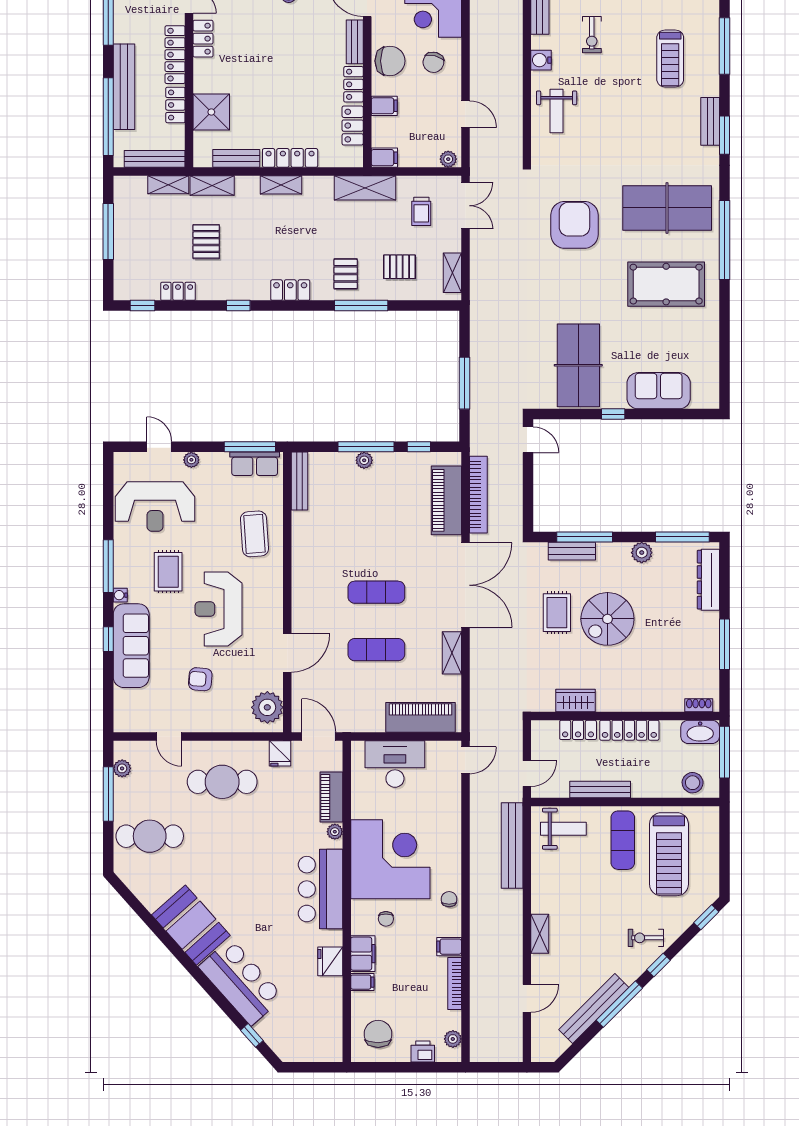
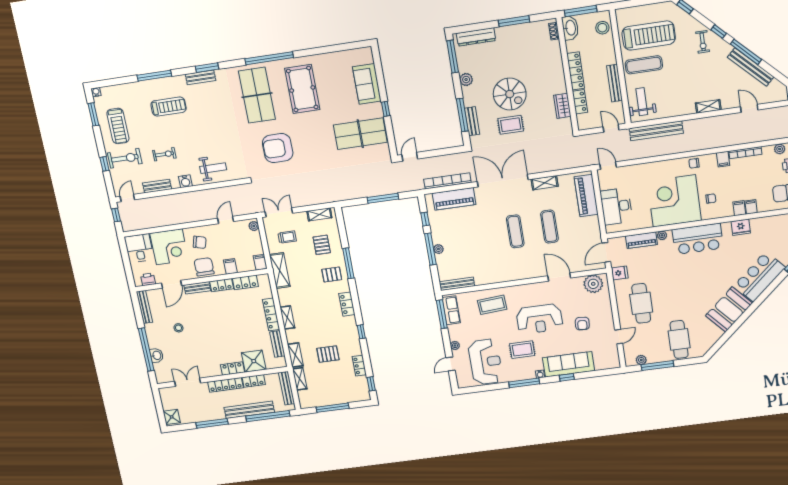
locker: (203, 39) -> (232, 368), moved
filing cabinet: (363, 954) -> (739, 208), width x0.50

